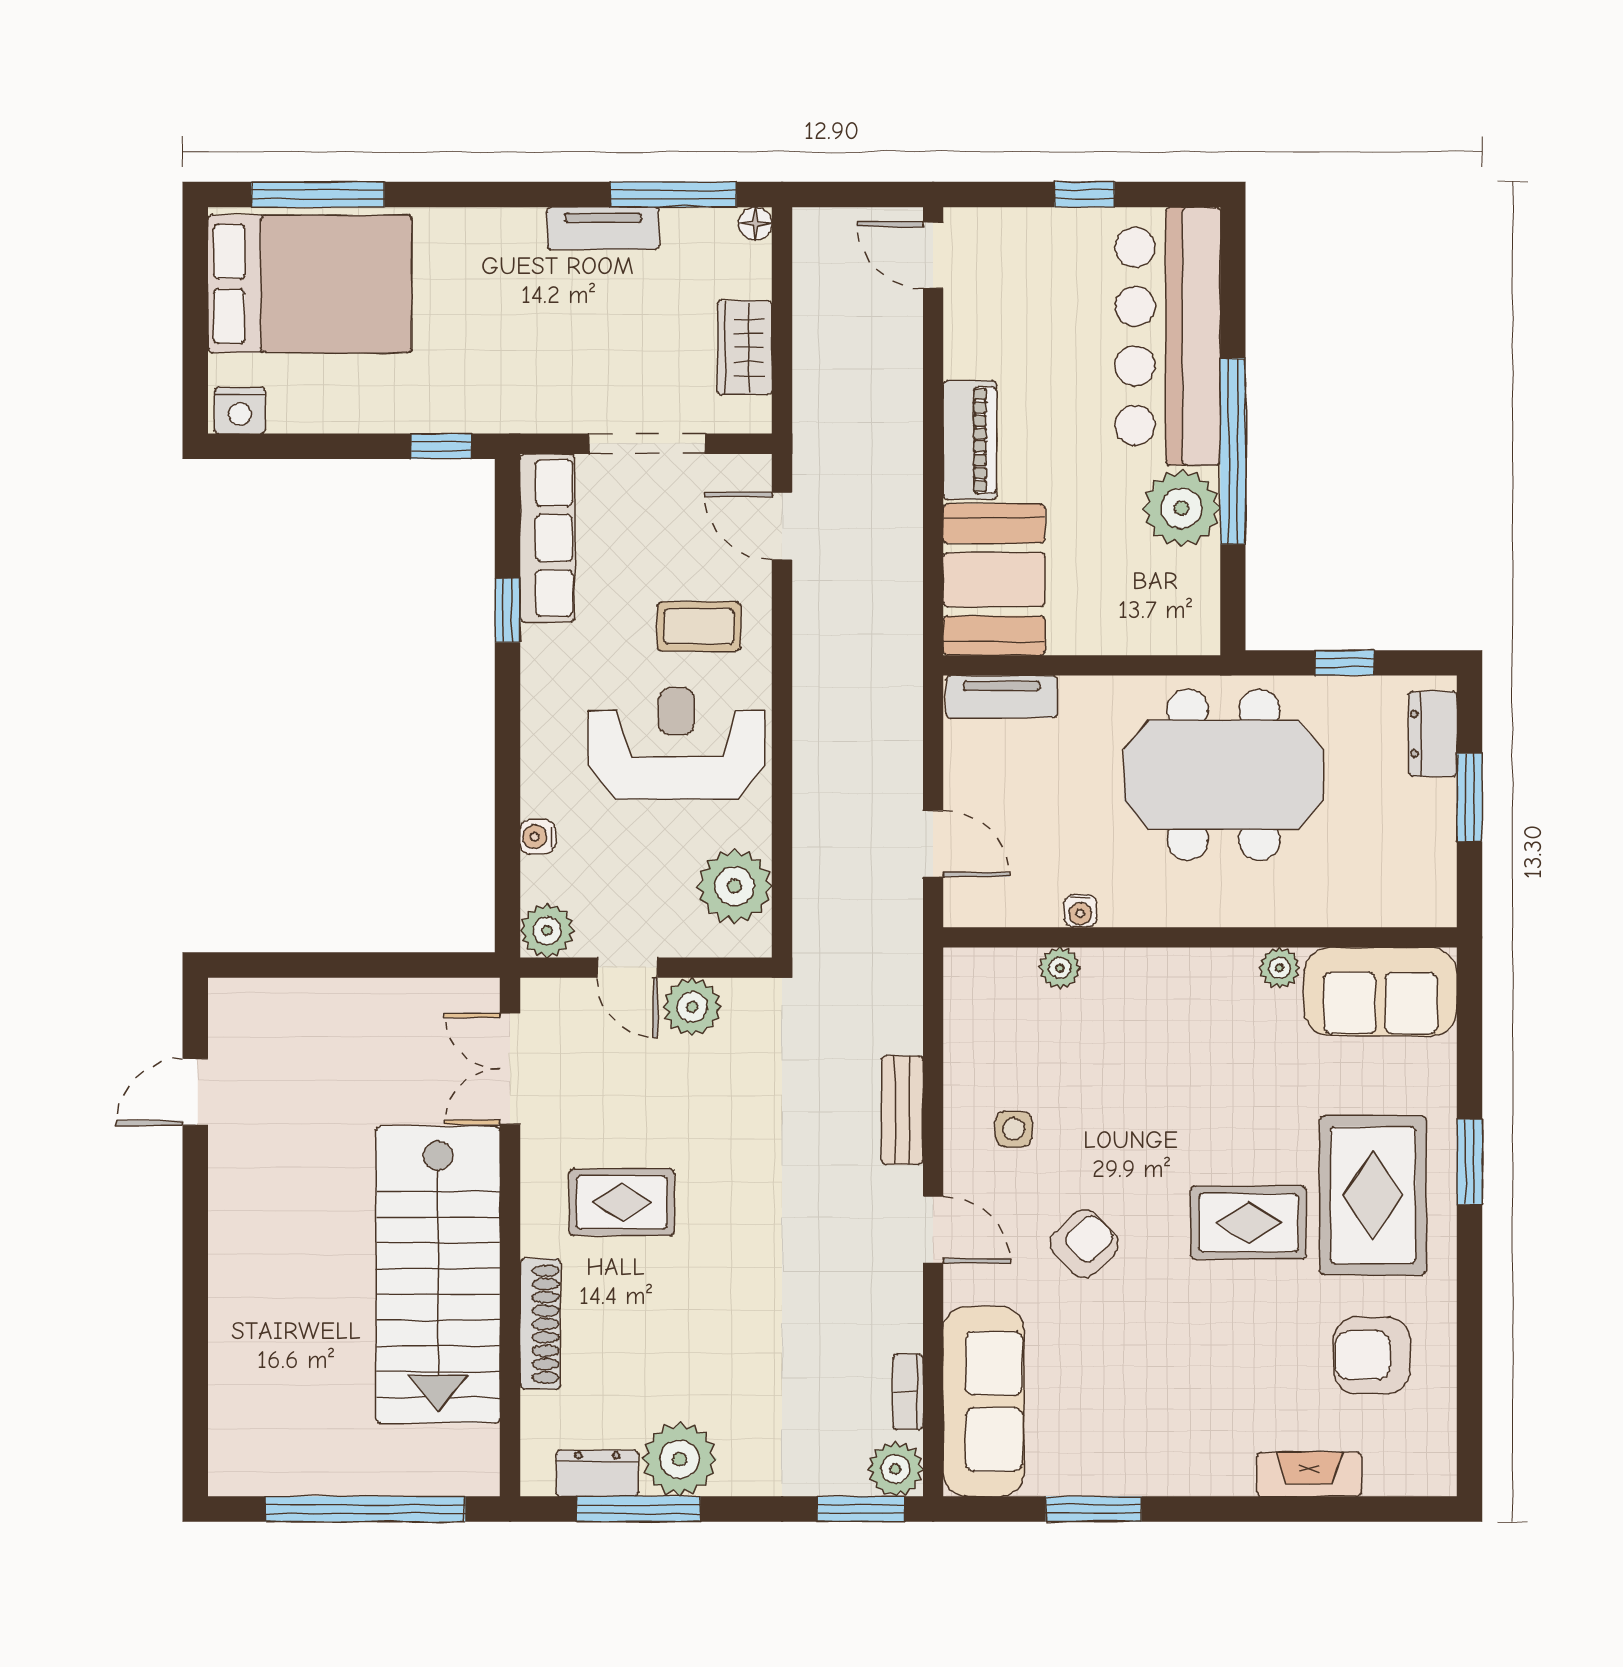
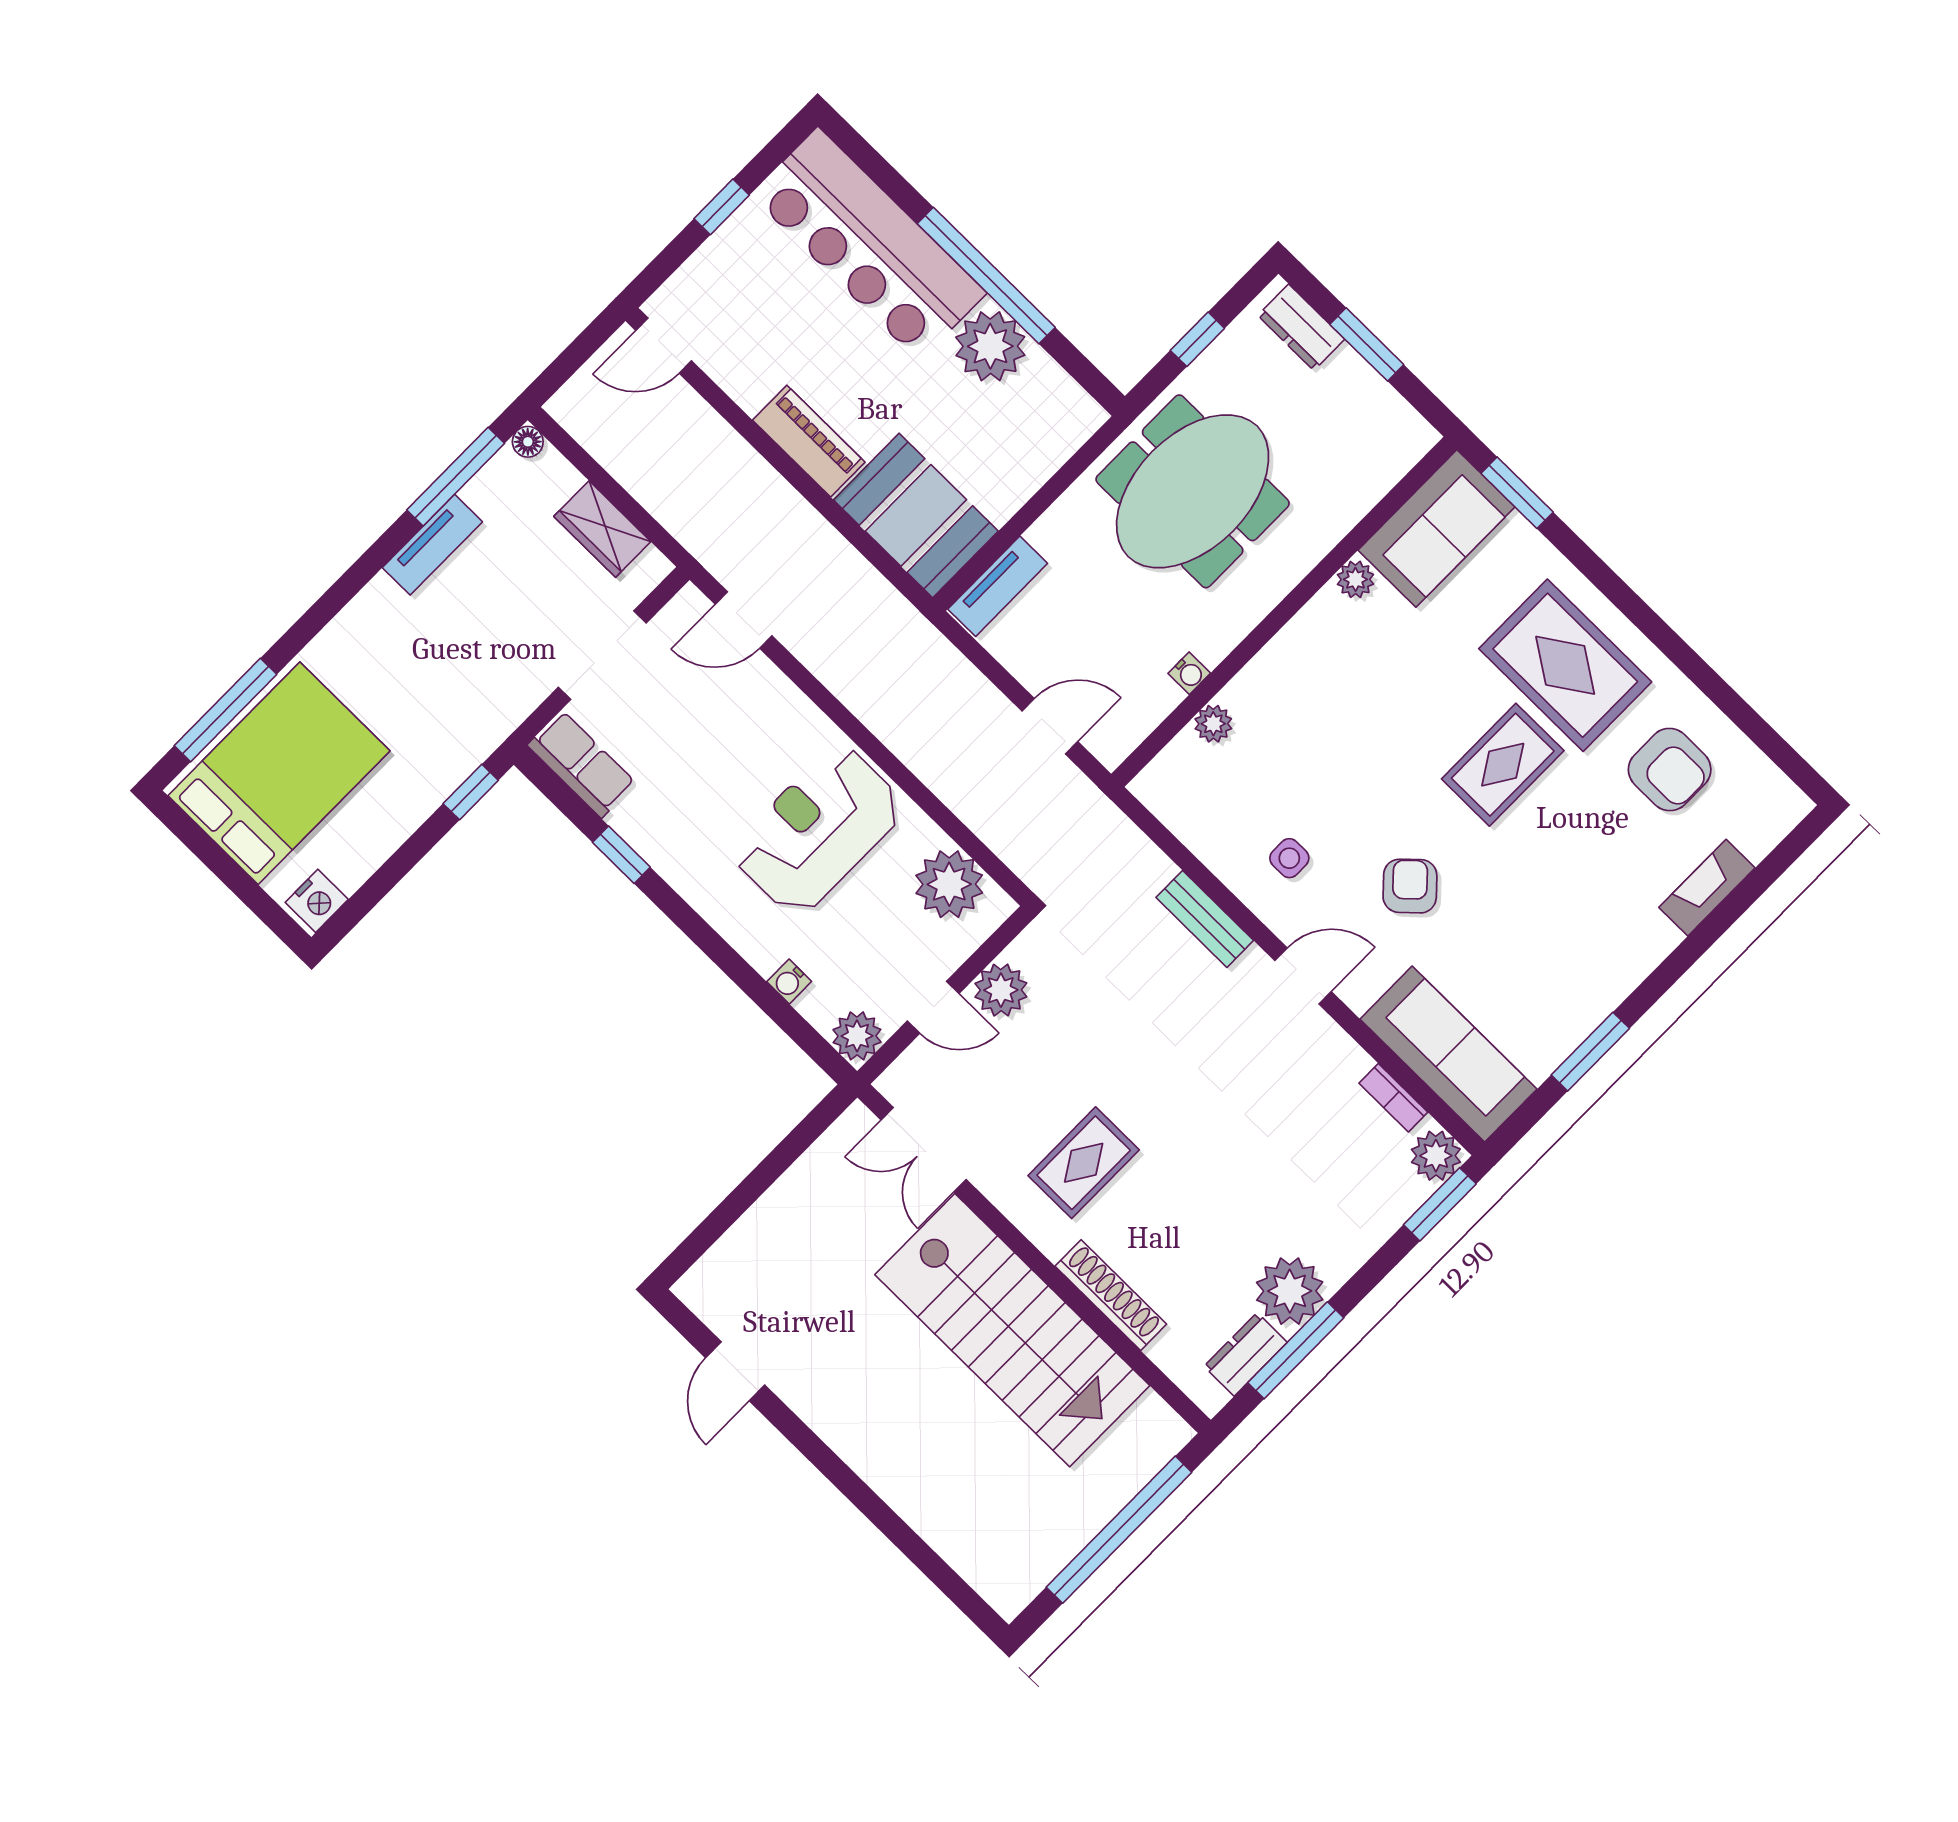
row of seats: (547, 538) -> (582, 764), width x0.68
coffee table: (699, 626) -> (756, 739), removed
window: (1470, 1162) -> (1517, 493), moved
armchair: (1372, 1355) -> (1670, 770), turned -90

